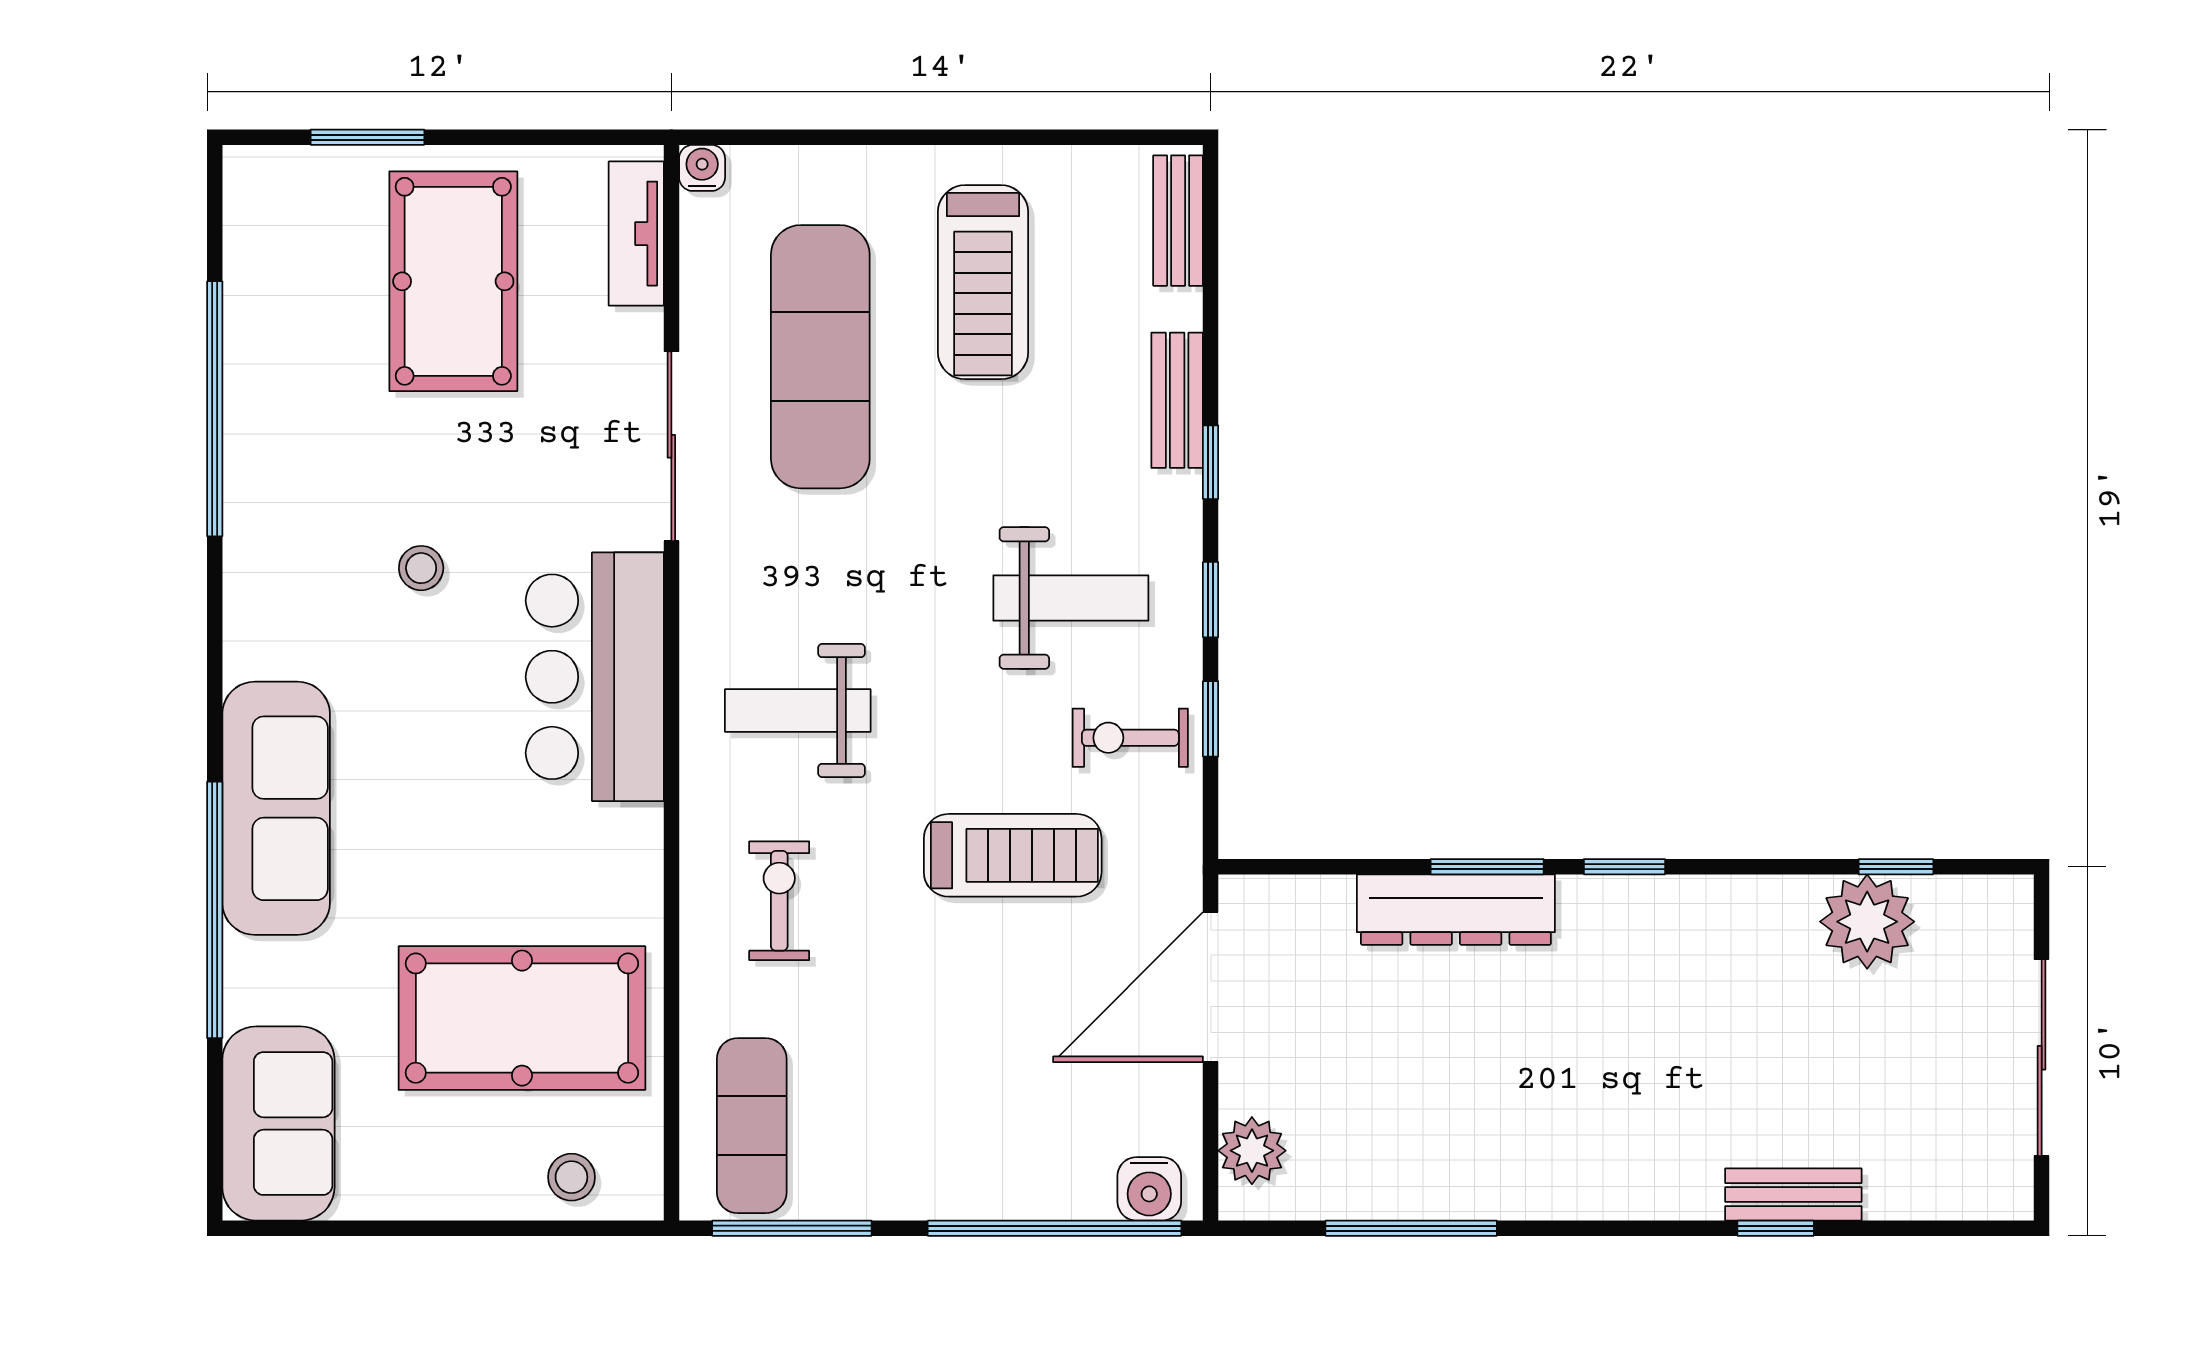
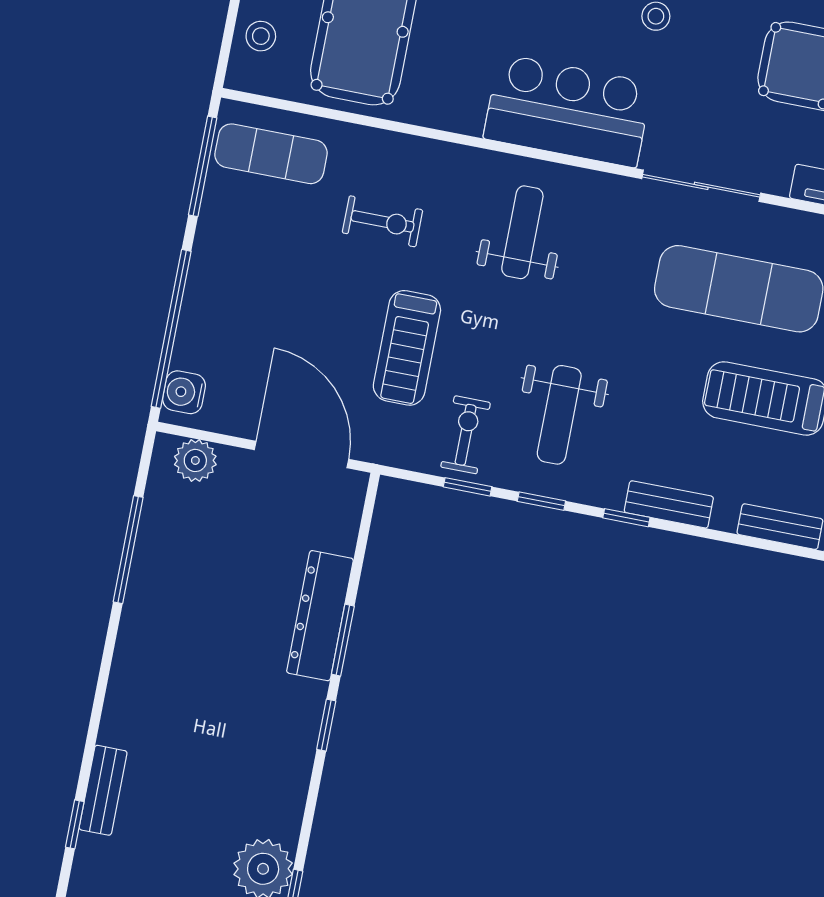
exercise bike: (779, 901) -> (383, 221), moved
window: (1776, 1228) -> (75, 824), moved

